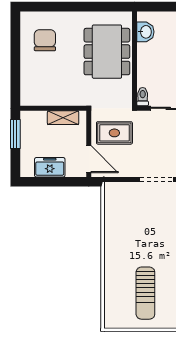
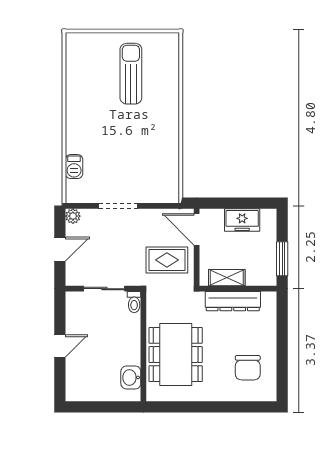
dresser: (58, 98) -> (233, 301), added

